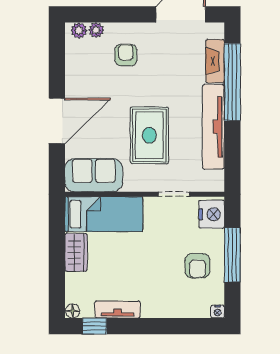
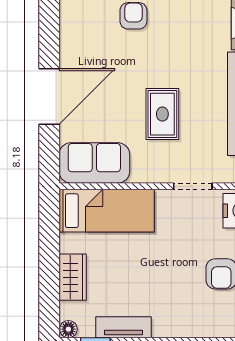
rug: (149, 135) -> (162, 114), width x0.73, depth x0.70
wardrobe: (76, 252) -> (73, 277), moved

